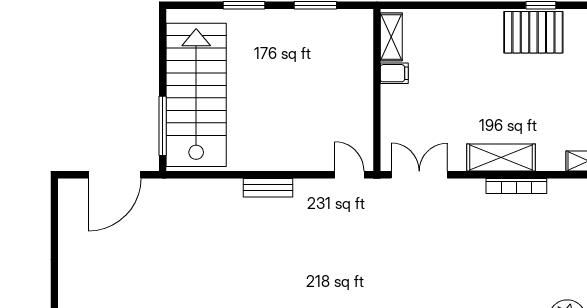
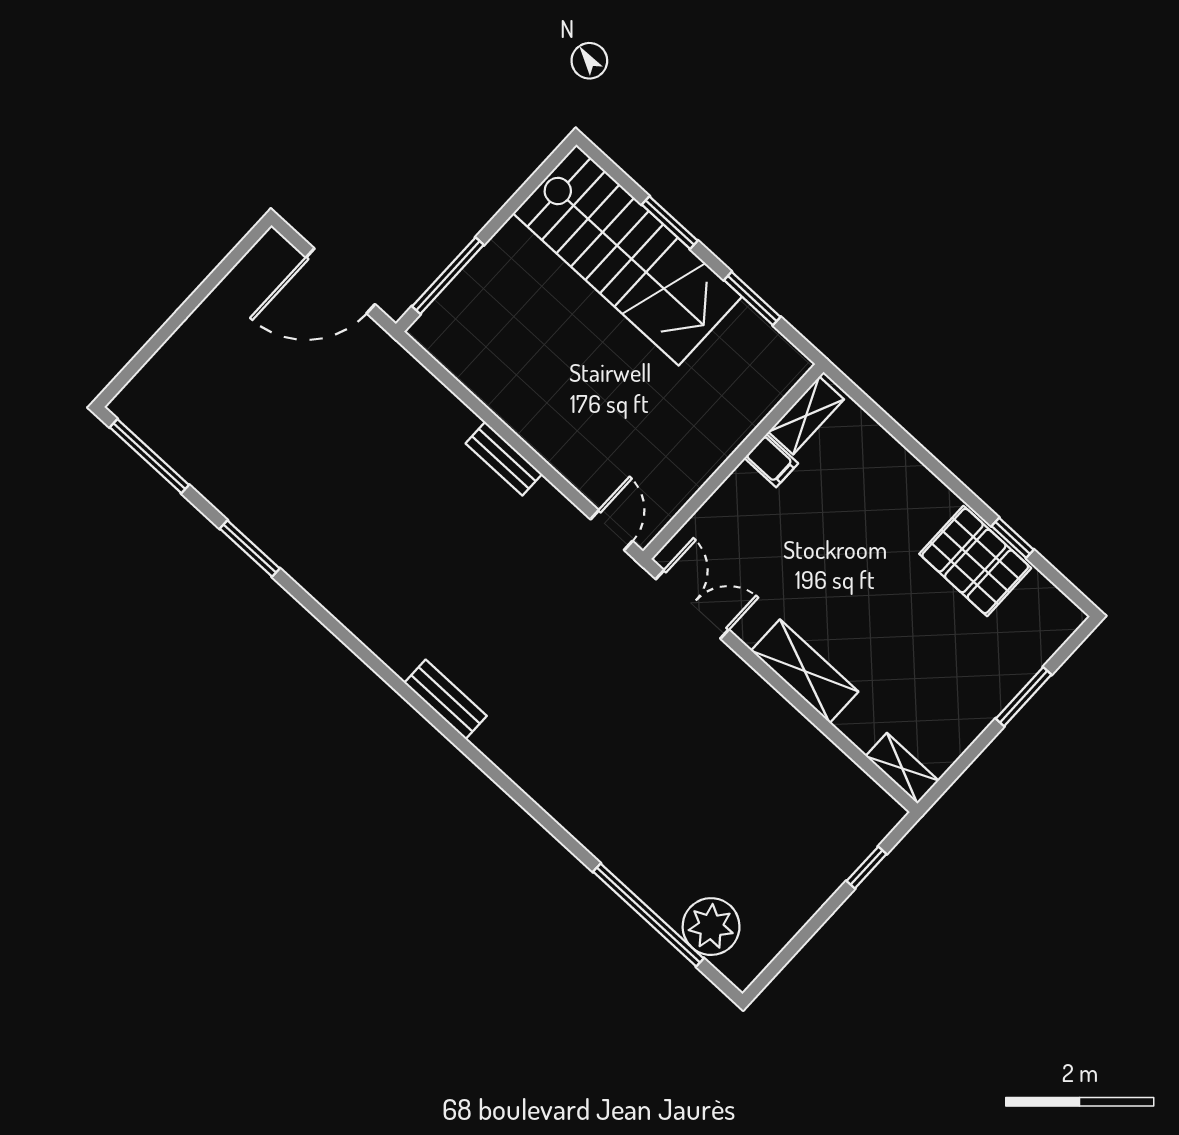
stairs: (196, 95) -> (627, 255), moved, turned 90
bookcase: (516, 186) -> (792, 720), removed

